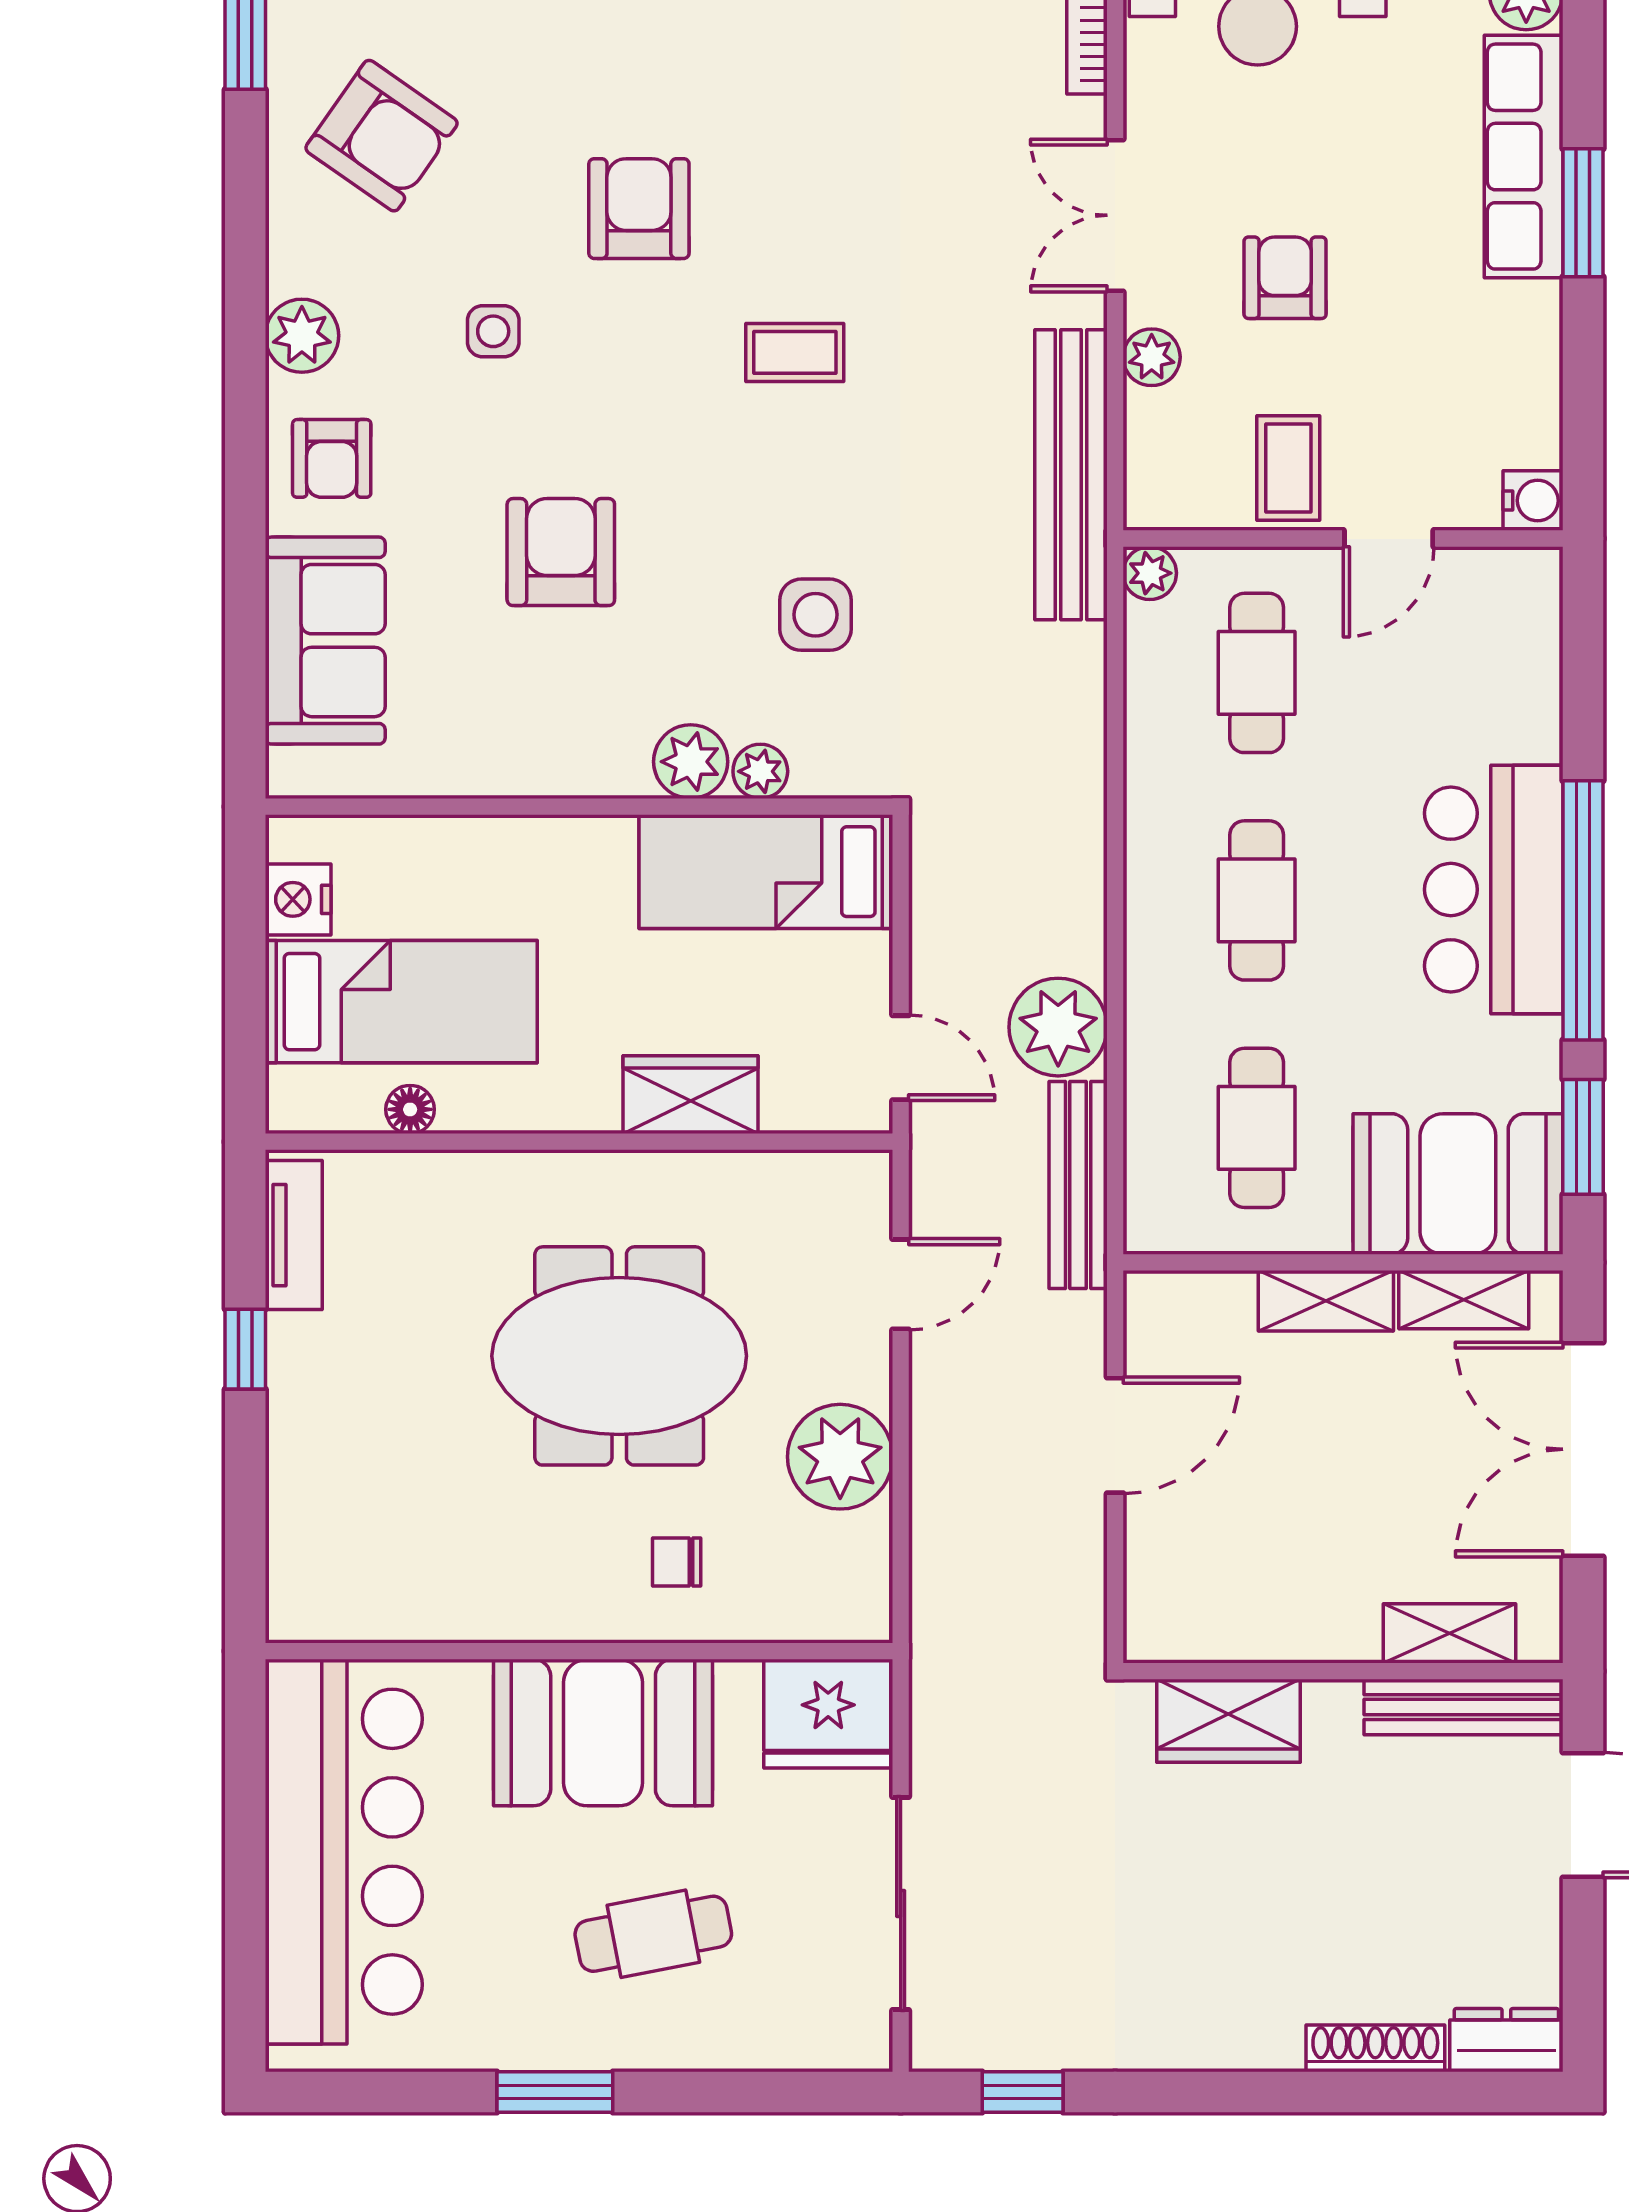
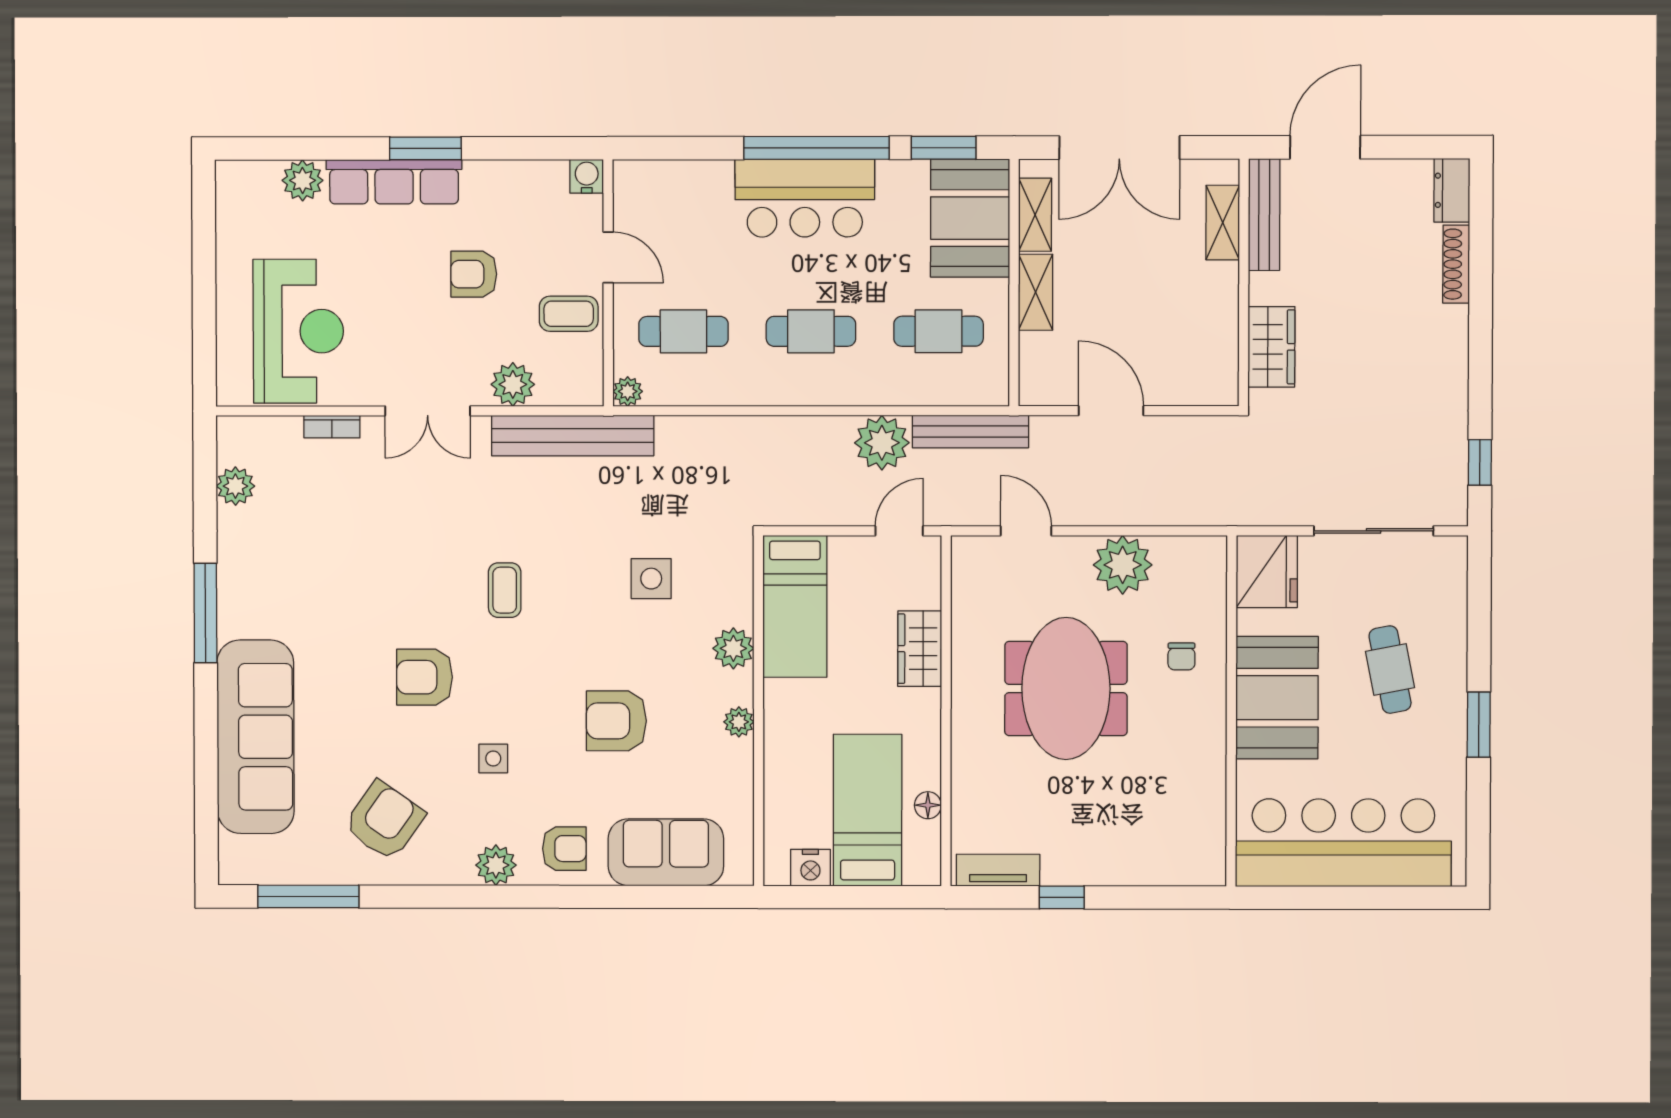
armchair: (1285, 278) -> (474, 274), moved
plant: (1152, 357) -> (513, 384), width x1.38, depth x1.38
plant: (760, 771) -> (739, 722), moved

